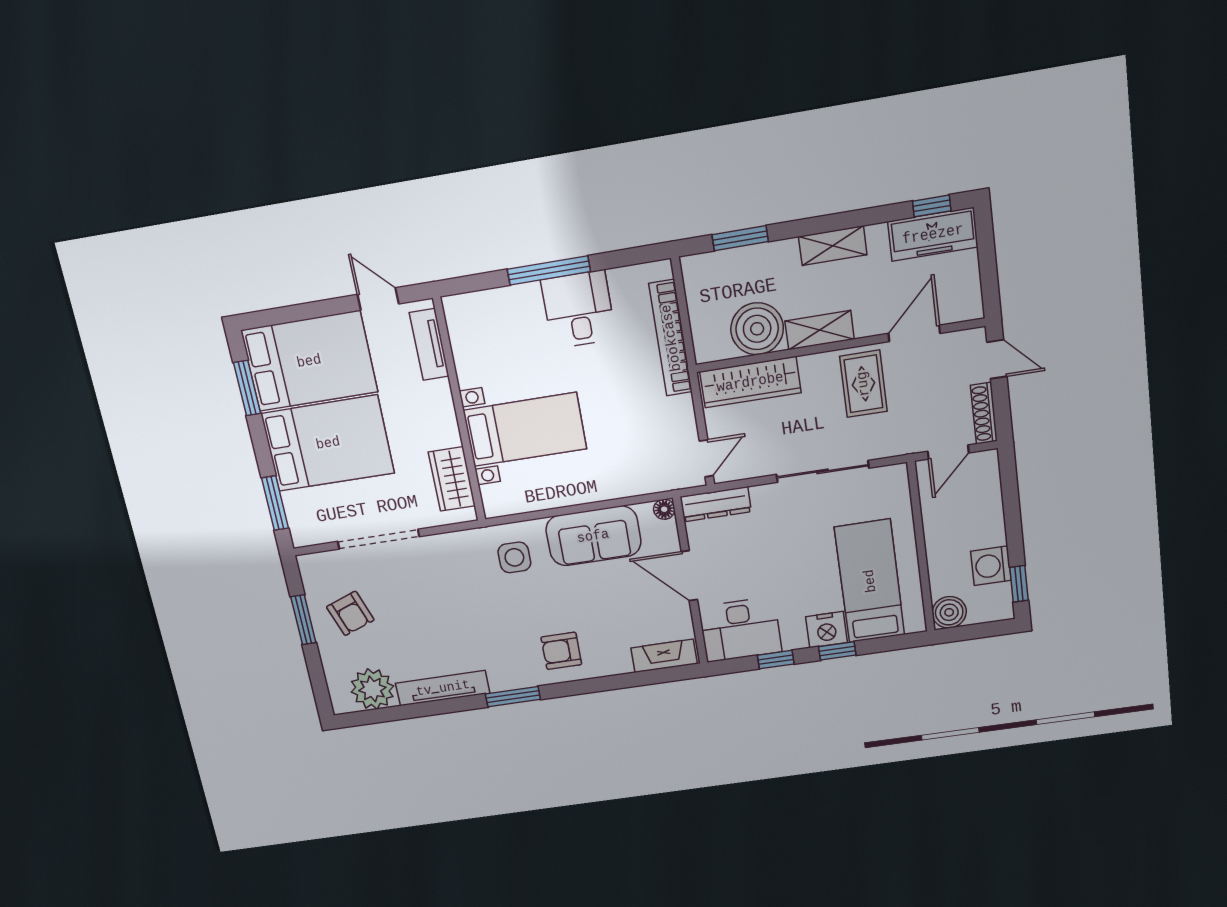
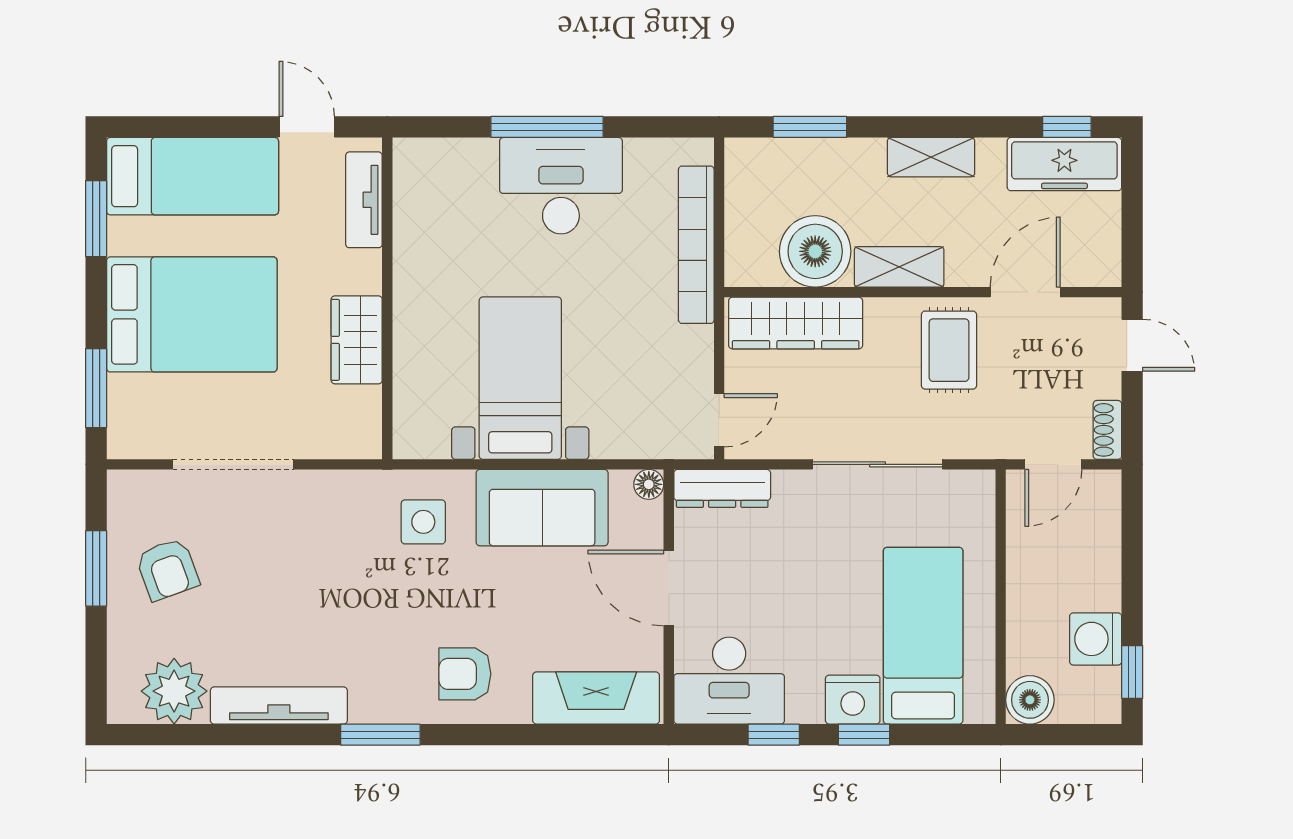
desk: (578, 309) -> (561, 186), width x1.37
bed: (309, 361) -> (193, 176), width x0.67
shoe rack: (984, 413) -> (1107, 430), width x0.70
bed with nightstands: (525, 429) -> (520, 378), moved, turned -90
wardrobe: (452, 479) -> (357, 340), moved
fireplace: (664, 656) -> (596, 698), width x1.37, depth x1.32

